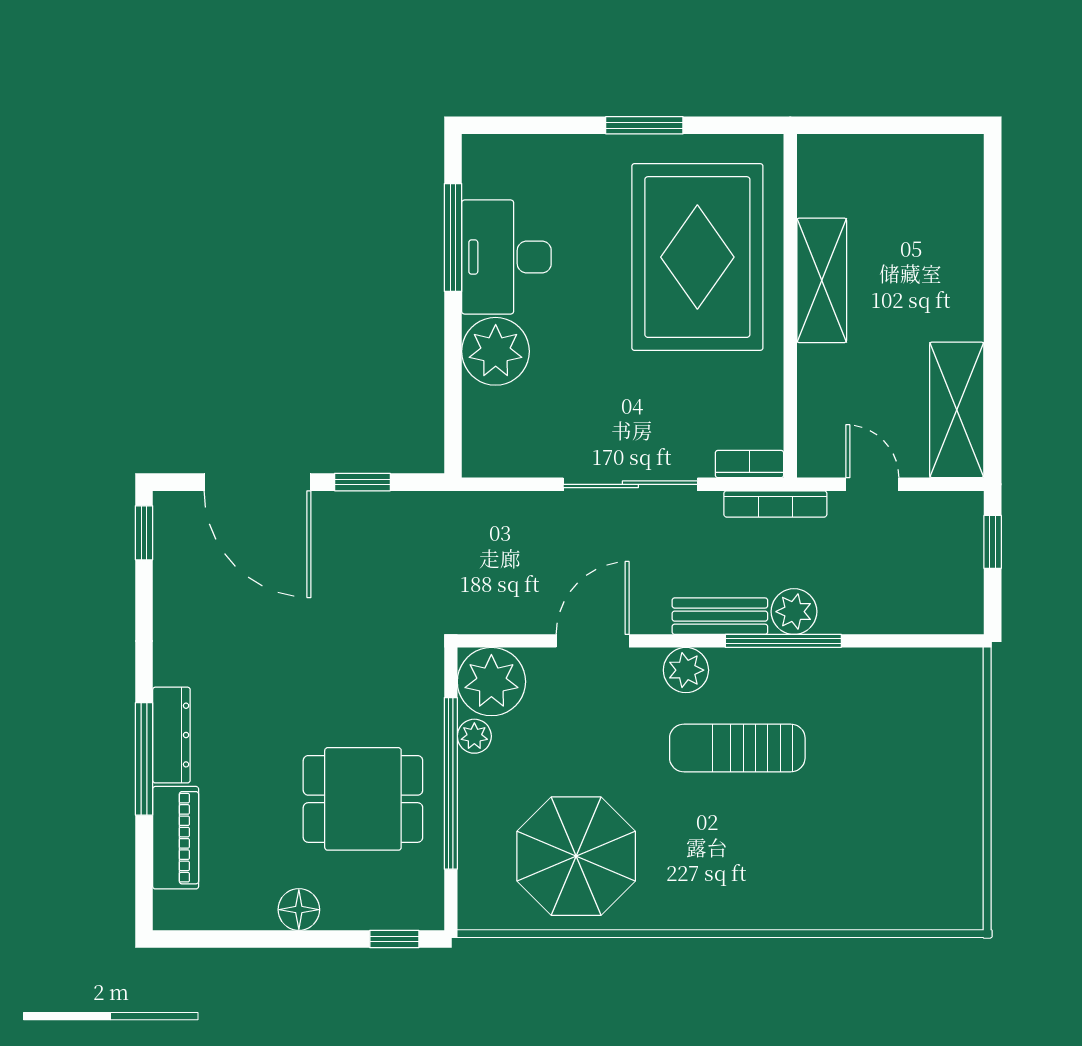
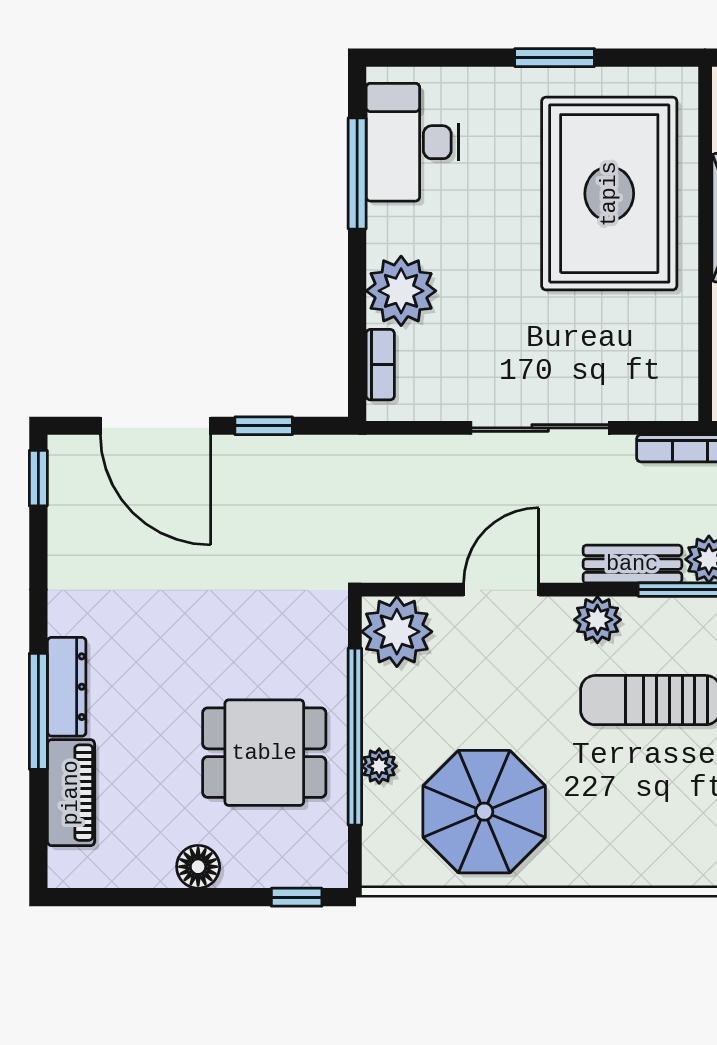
desk: (506, 257) -> (412, 142), moved
bookcase: (750, 464) -> (380, 365), moved, turned 90
plant: (474, 736) -> (379, 766), moved

